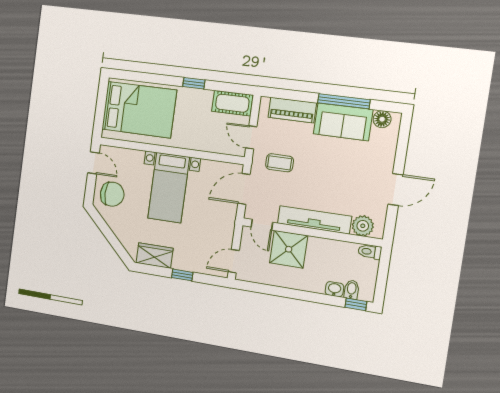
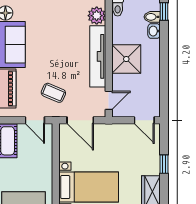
door: (251, 137) -> (35, 120), hinge flipped
coffee table: (280, 163) -> (53, 93), turned -67
shower: (289, 249) -> (126, 59), moved

